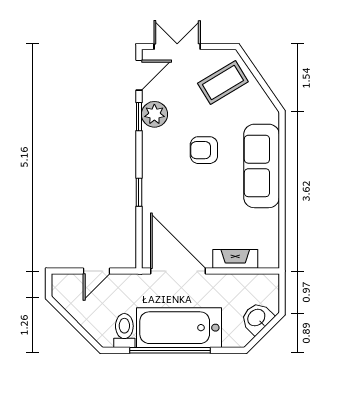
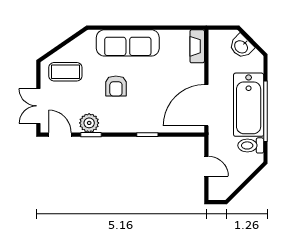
coffee table: (223, 83) -> (65, 72), turned -59
fireplace: (235, 259) -> (197, 46), moved

